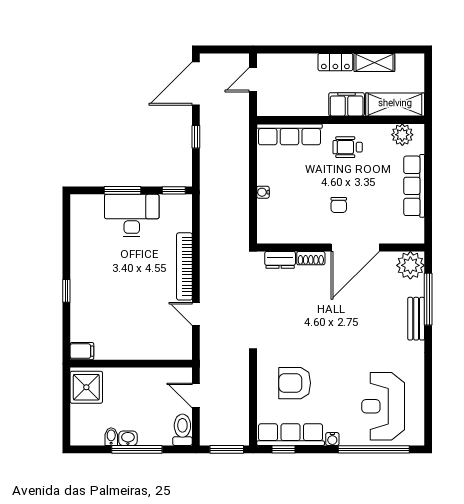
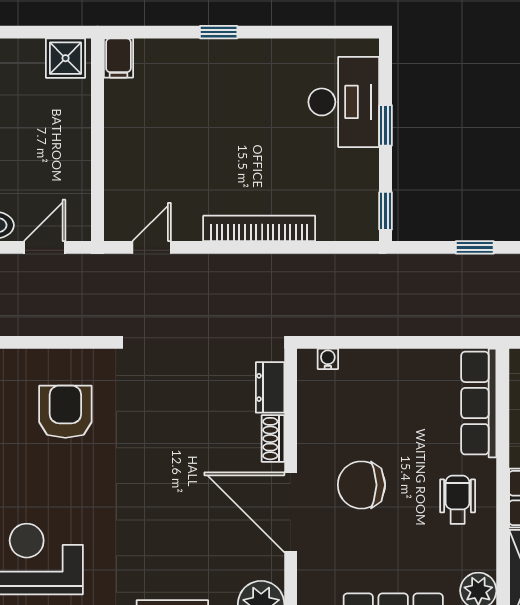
window: (122, 190) -> (386, 125), width x0.67
water cooler: (263, 192) -> (328, 359), moved
chair: (339, 205) -> (361, 485), width x1.87, depth x1.87
desk: (132, 216) -> (344, 102), moved
door: (196, 314) -> (152, 247), moved
shower: (86, 387) -> (66, 58), width x0.73, depth x0.73

